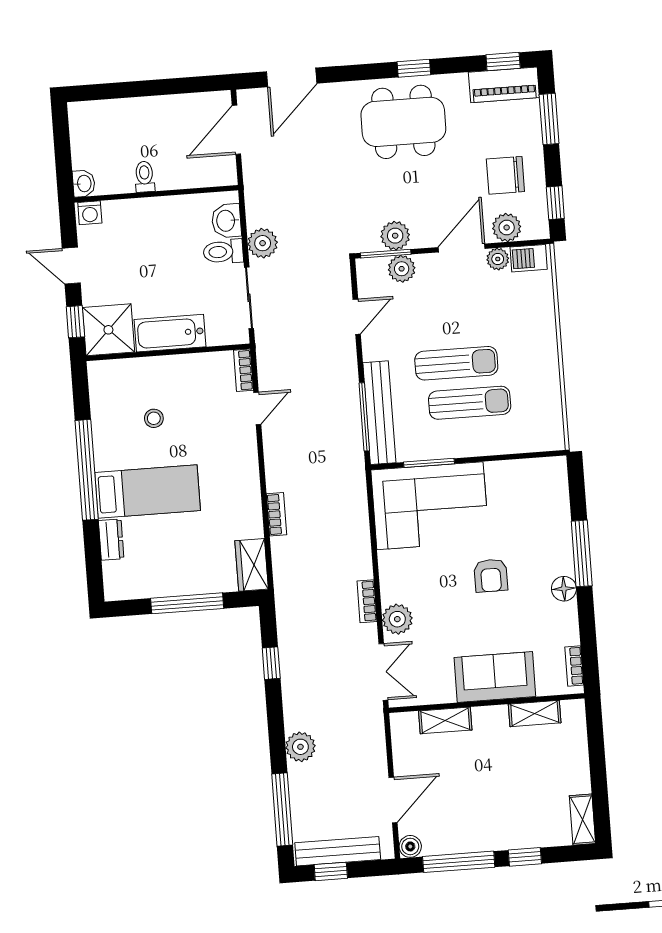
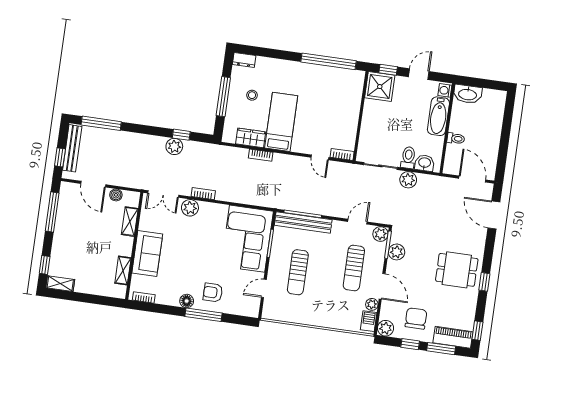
piano: (504, 85) -> (453, 337), moved, turned 90
dining table: (403, 122) -> (457, 270), width x0.73
toilet: (145, 177) -> (456, 138), moved
washbasin: (84, 184) -> (468, 94), width x1.91, depth x1.45
window: (555, 203) -> (410, 344), moved
plant: (507, 227) -> (386, 328), moved
plant: (402, 269) -> (380, 234), moved
door: (357, 317) -> (357, 222), swing flipped
bathtub: (170, 333) -> (438, 116), moved, turned 180
sun lounger: (456, 363) -> (354, 268), moved
stool: (154, 418) -> (252, 95), moved
door: (512, 457) -> (264, 288), added
window: (87, 470) -> (329, 61), moved
bed: (148, 491) -> (281, 122), moved, turned 180
dresser: (111, 540) -> (244, 60), moved
wardrobe: (252, 565) -> (251, 138), moved
armchair: (491, 576) -> (213, 292), moved
plant: (300, 747) -> (174, 146), moved
boiler: (410, 846) -> (116, 195), moved
window: (525, 857) -> (45, 265), moved
window: (331, 871) -> (60, 157), moved

